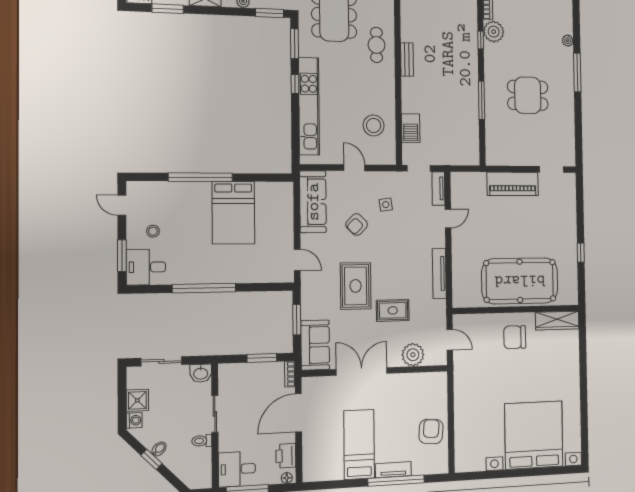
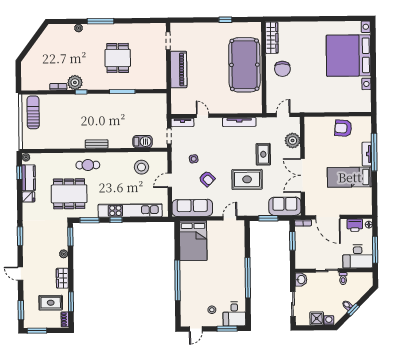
bed: (233, 213) -> (193, 241), moved, turned 90
desk: (237, 469) -> (358, 257), width x1.37

